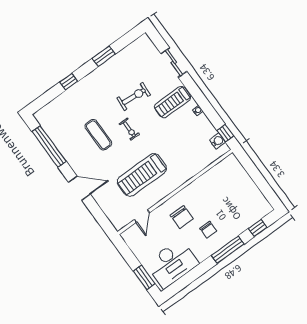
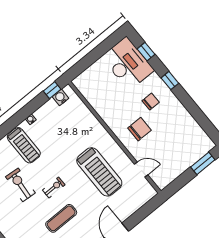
window: (228, 250) -> (170, 81), width x0.46
desk: (172, 263) -> (128, 64), moved

